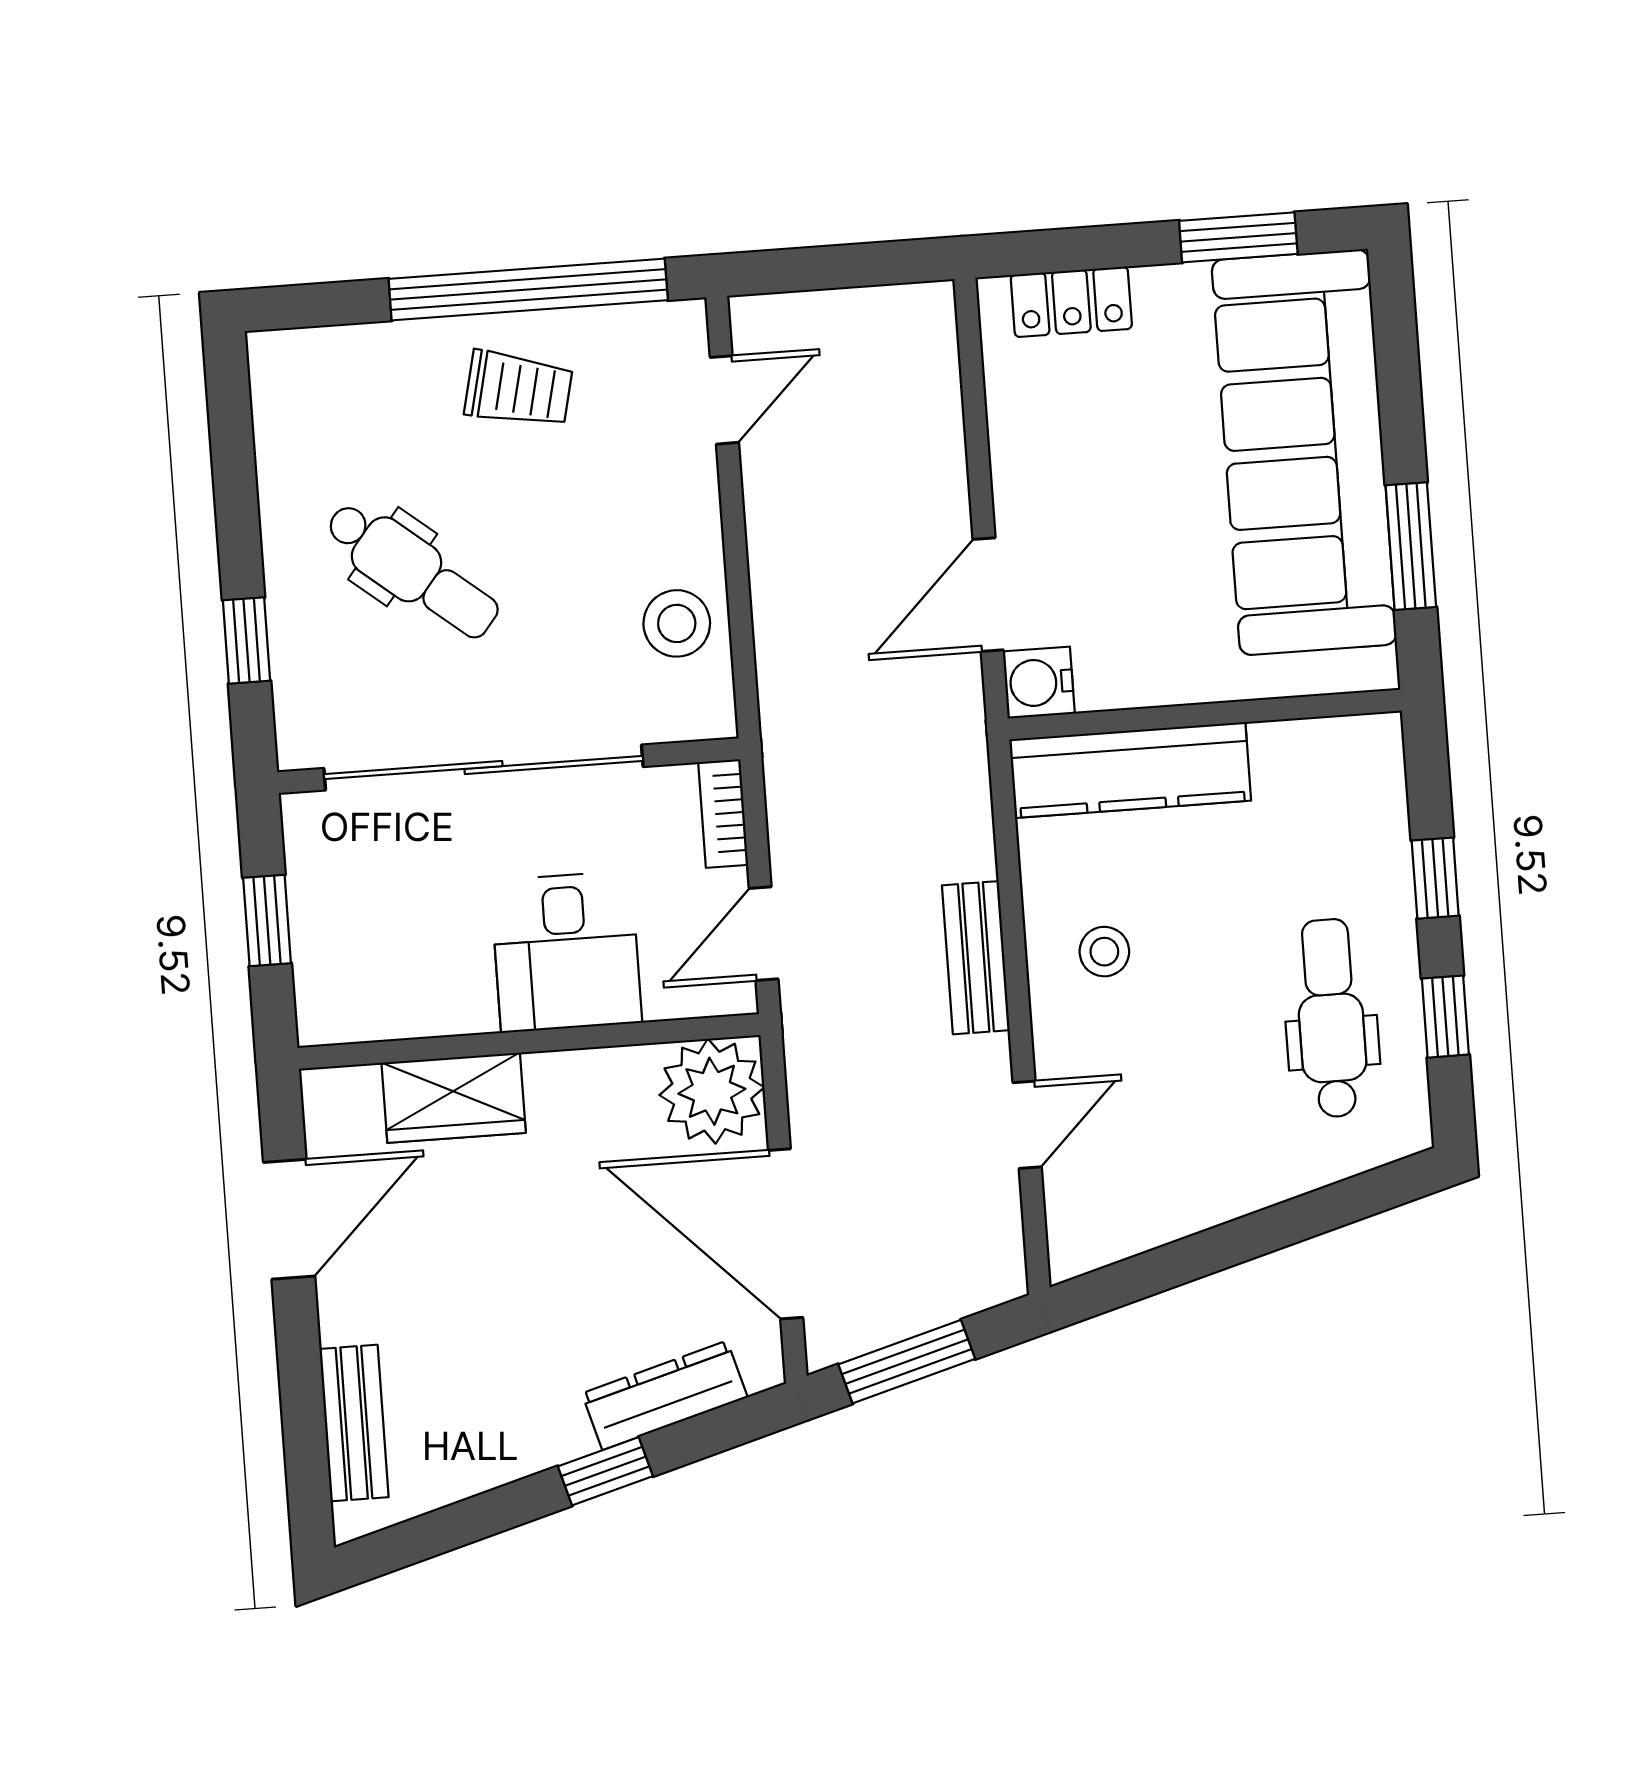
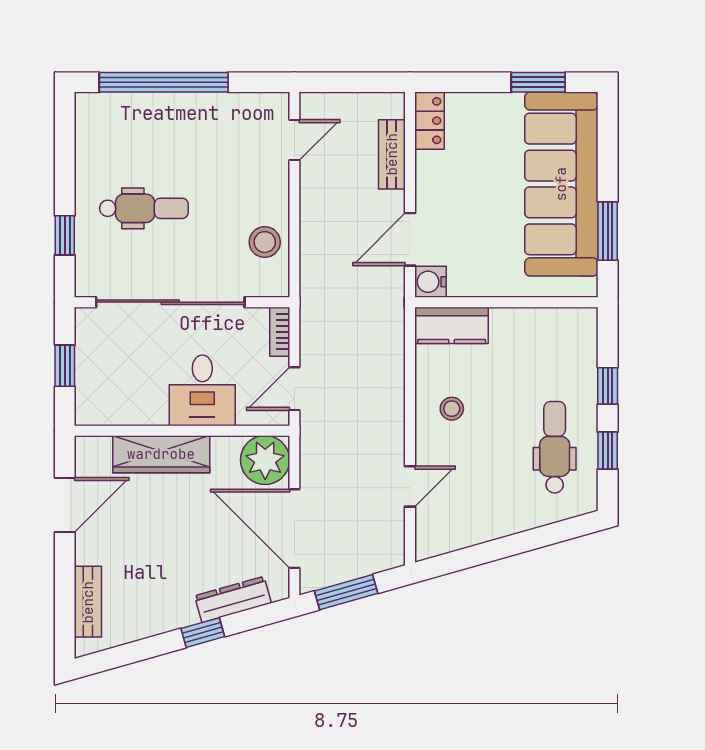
window: (528, 289) -> (164, 82), moved
locker: (1071, 302) -> (429, 121), moved, turned -90
trolley: (518, 389) -> (199, 128), removed
dental chair: (412, 570) -> (144, 208), turned -39
kitchen counter: (1130, 770) -> (452, 325), width x0.67
bench: (976, 958) -> (392, 154), moved
wardrobe: (454, 1098) -> (161, 454), width x1.50

